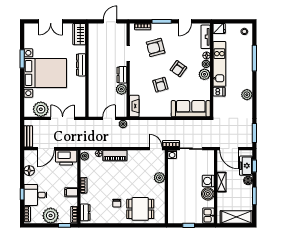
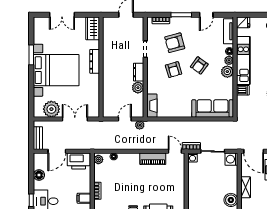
armchair: (160, 85) -> (174, 70), moved
piano: (115, 155) -> (153, 159), moved
plant: (159, 178) -> (179, 183), removed
washing machine: (208, 181) -> (231, 159), moved

